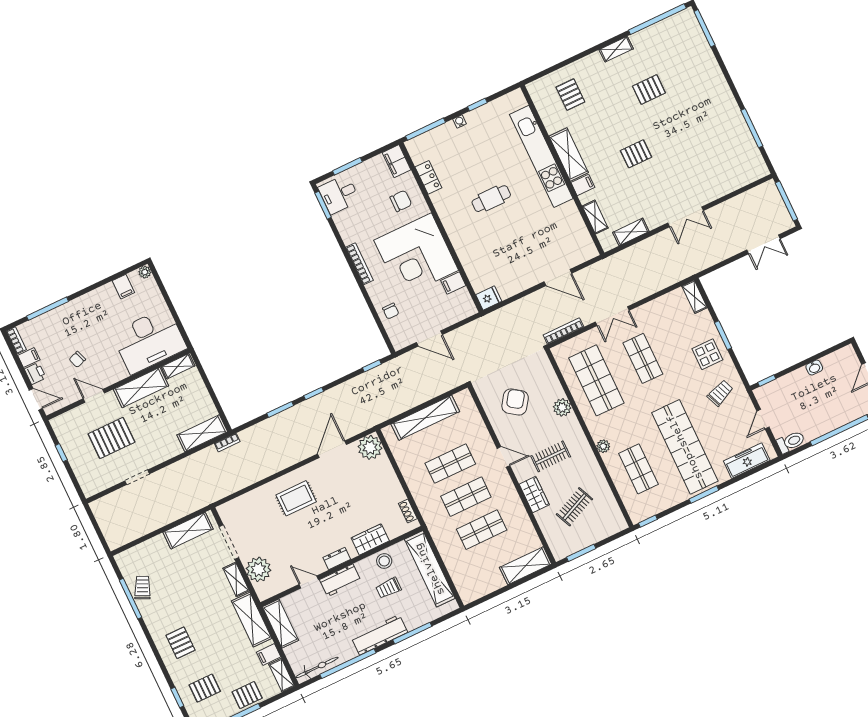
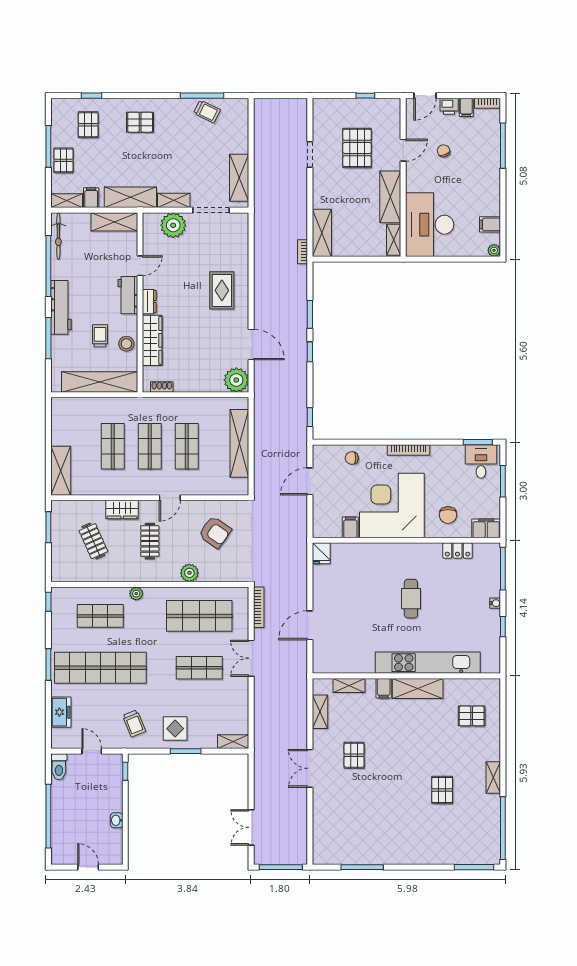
pallet: (636, 154) -> (354, 755), moved
freezer: (747, 461) -> (61, 712), width x0.71
wardrobe: (370, 539) -> (152, 340), width x1.50

